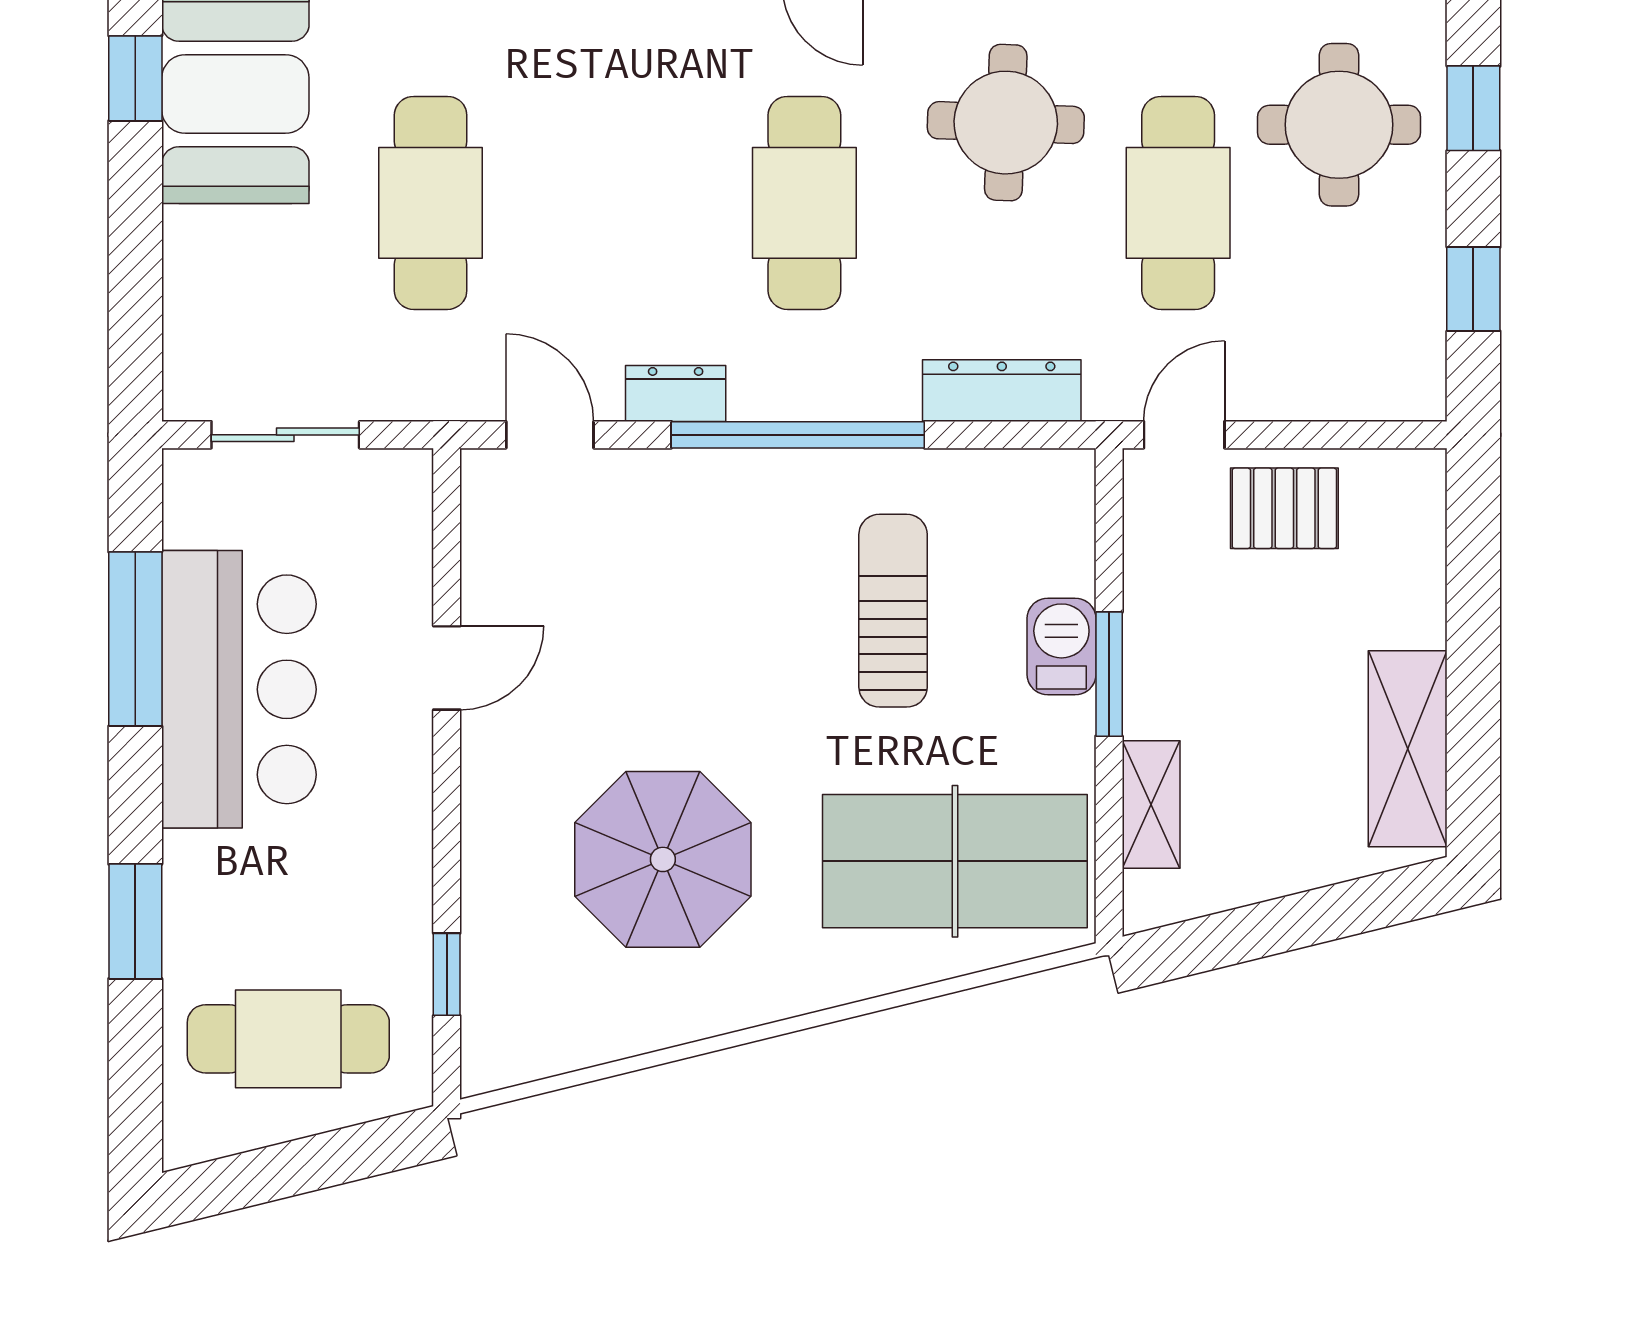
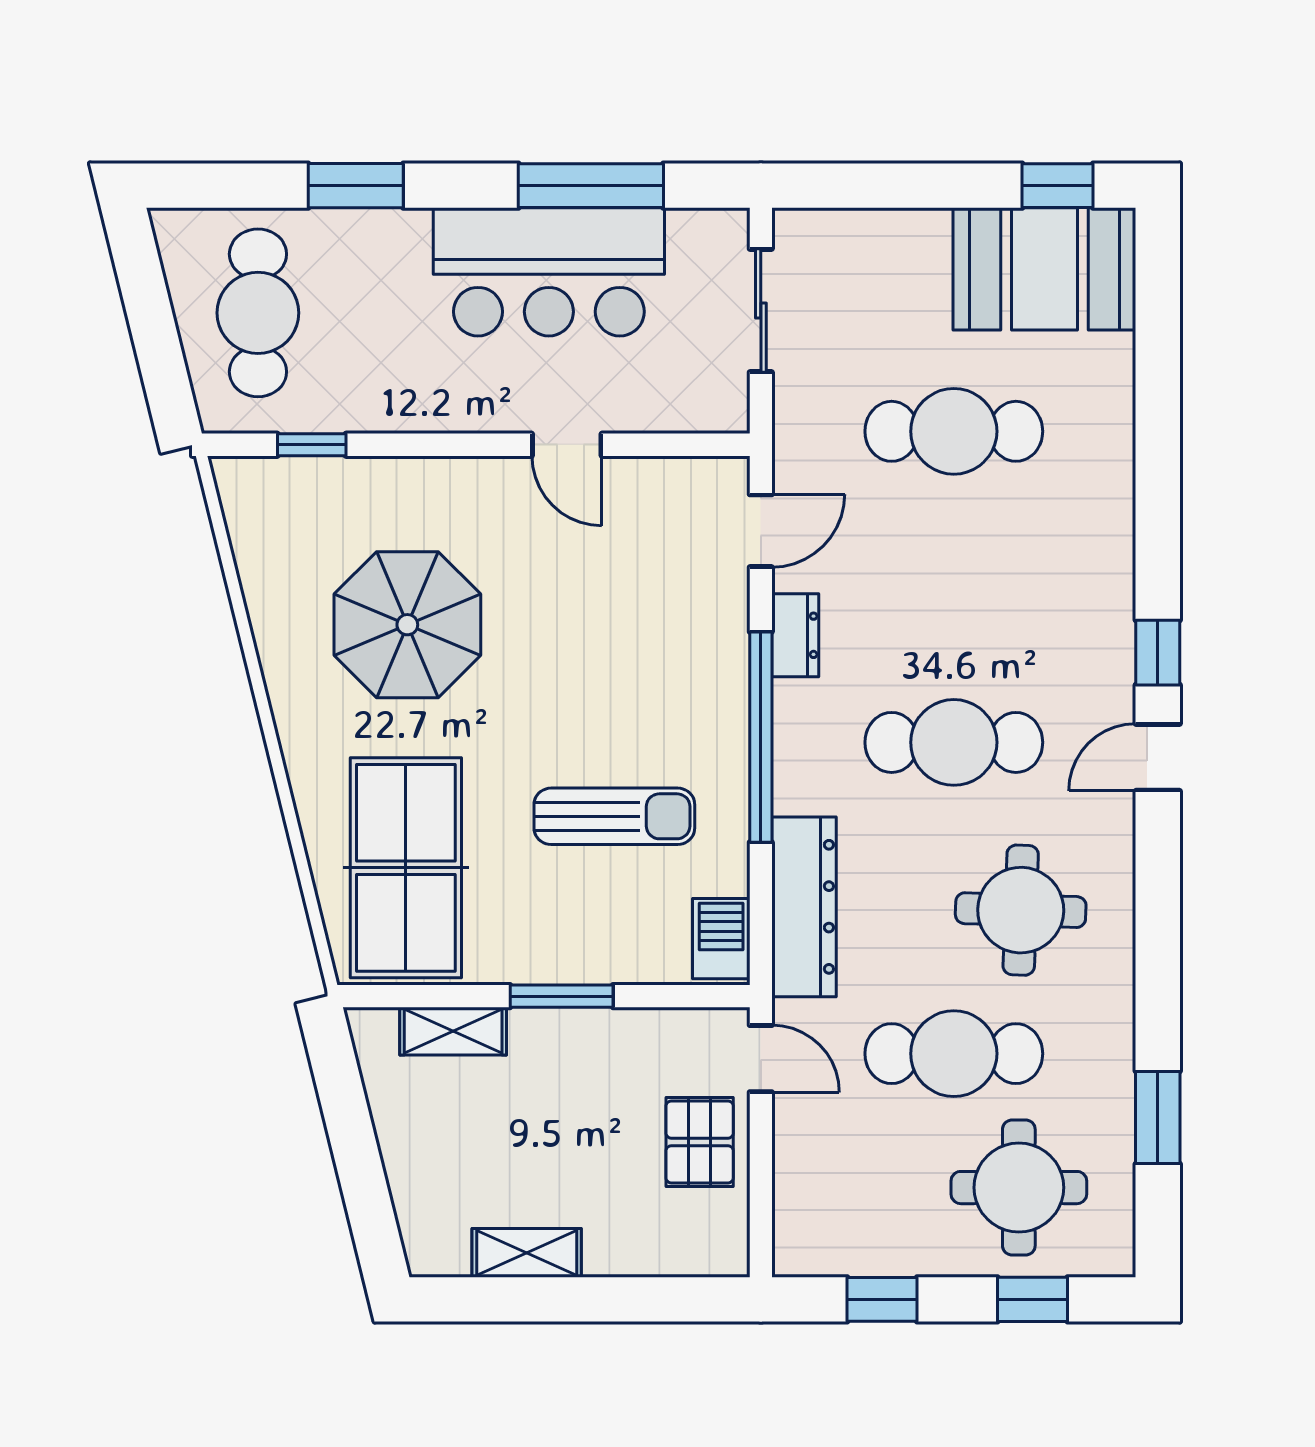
dresser: (1002, 391) -> (804, 907), width x1.37, depth x1.24
barbecue: (1061, 646) -> (721, 939), moved, turned -90
shelving: (1408, 749) -> (527, 1253), width x0.67, depth x0.75

